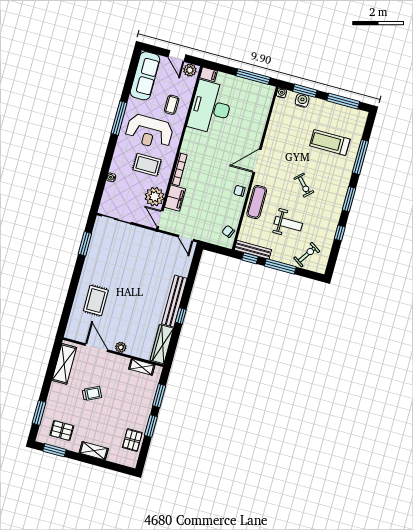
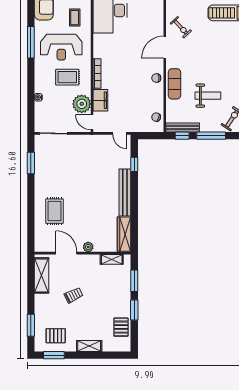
exercise bike: (304, 185) -> (181, 27), moved
window: (181, 316) -> (134, 164), moved

